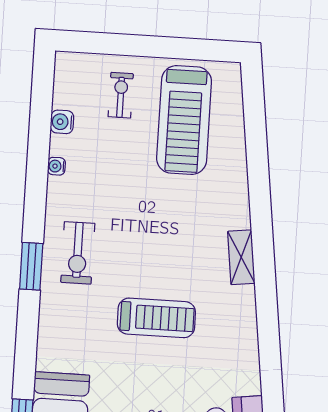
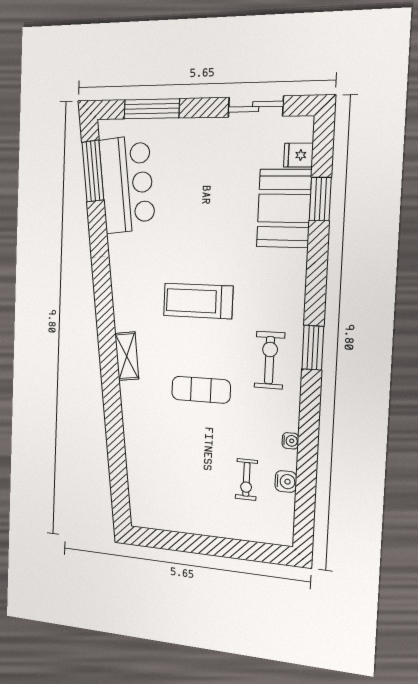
exercise bike: (121, 95) -> (246, 479), moved
treadmill: (184, 120) -> (178, 478), removed
exercise mat: (155, 220) -> (201, 390), added

